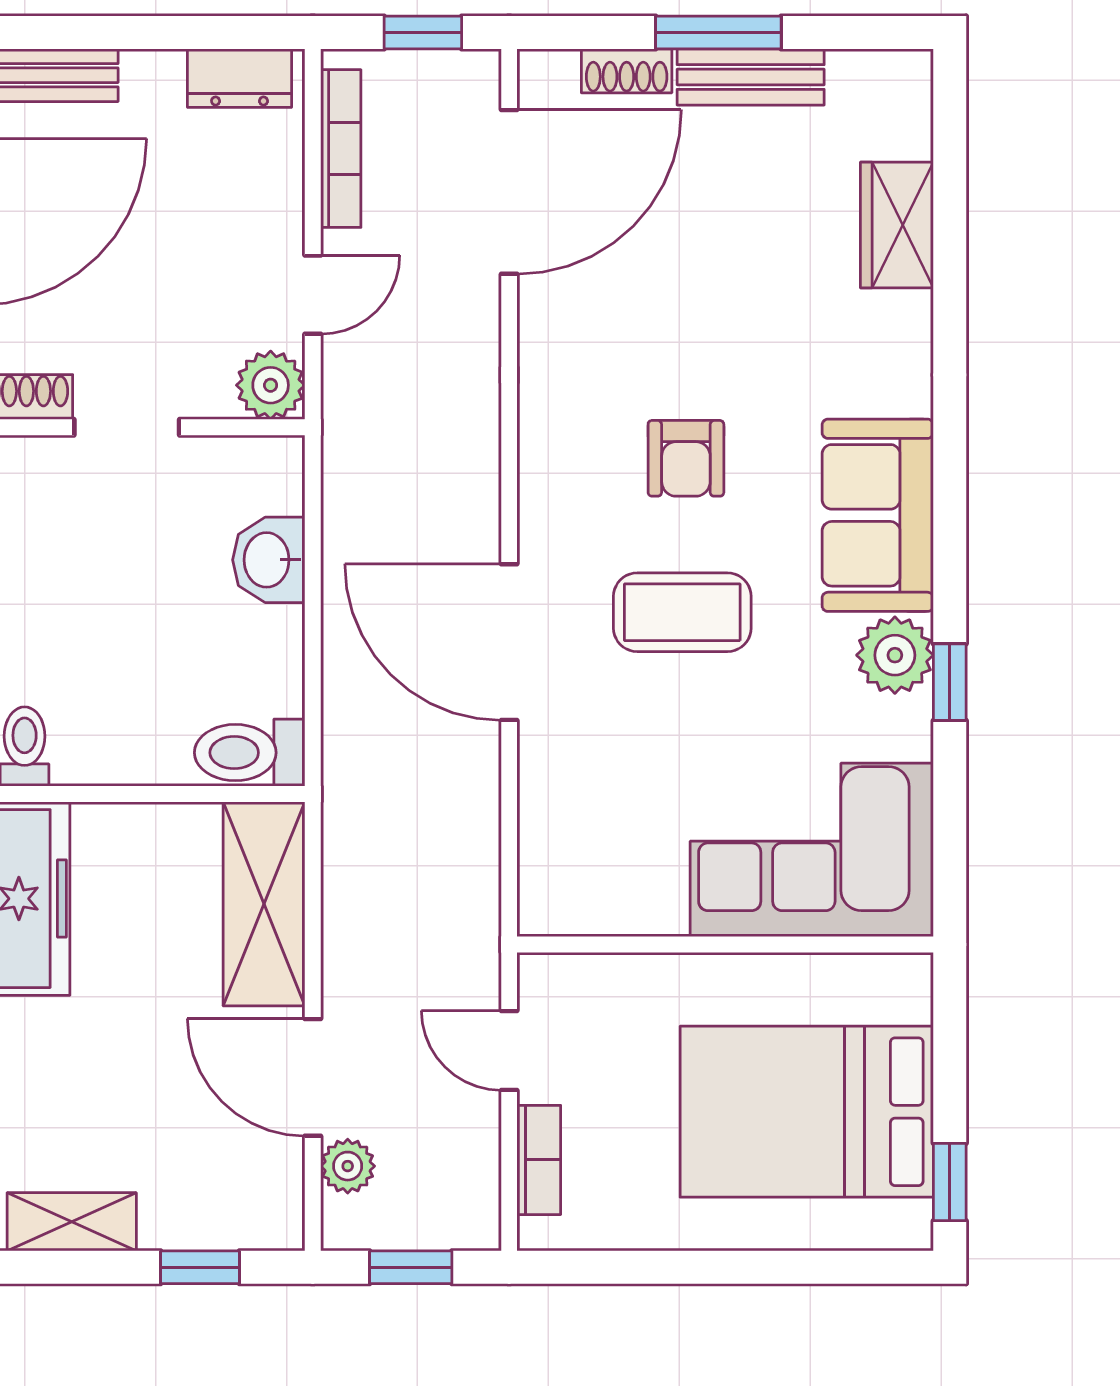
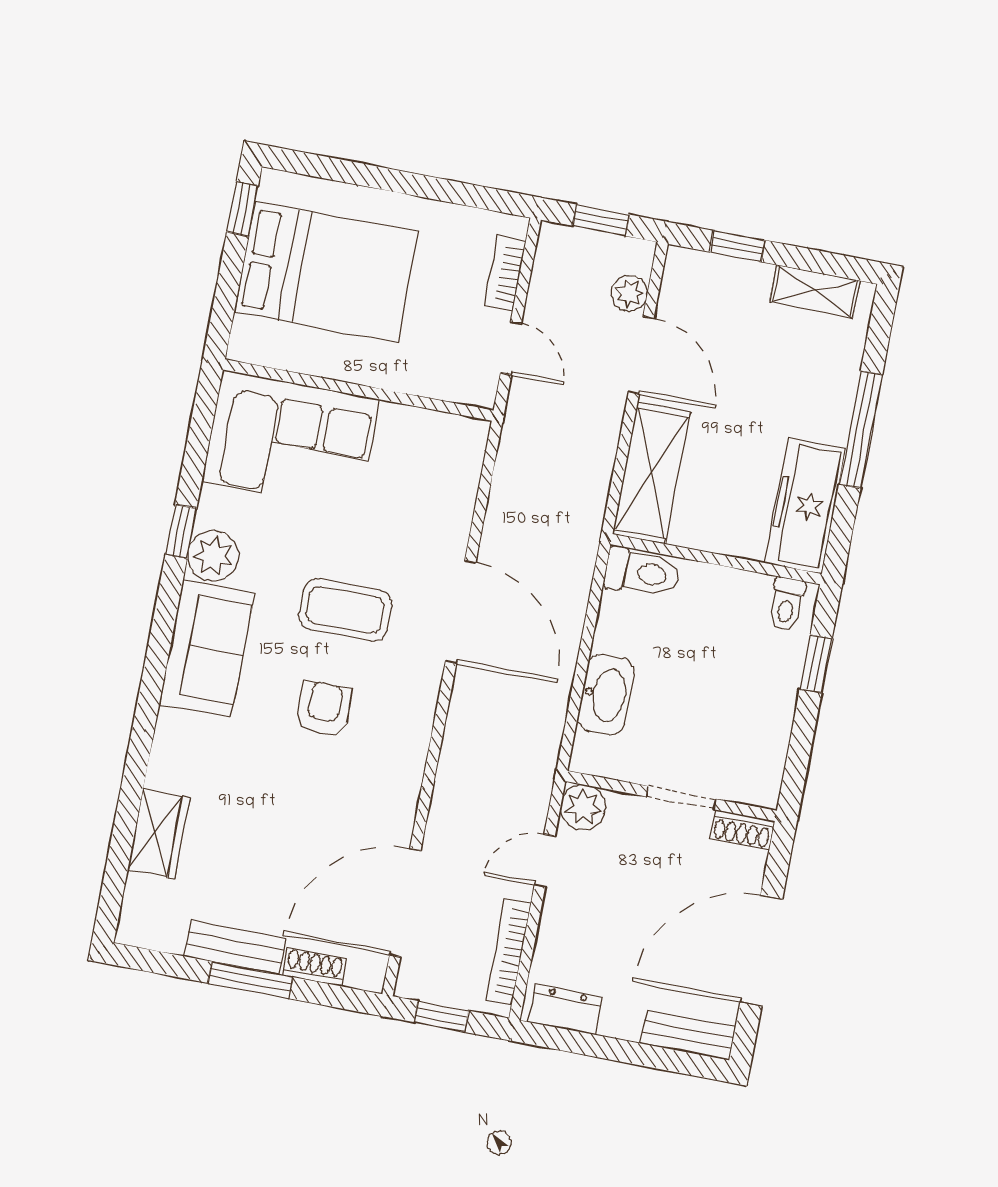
washbasin: (269, 560) -> (606, 695), width x1.38

